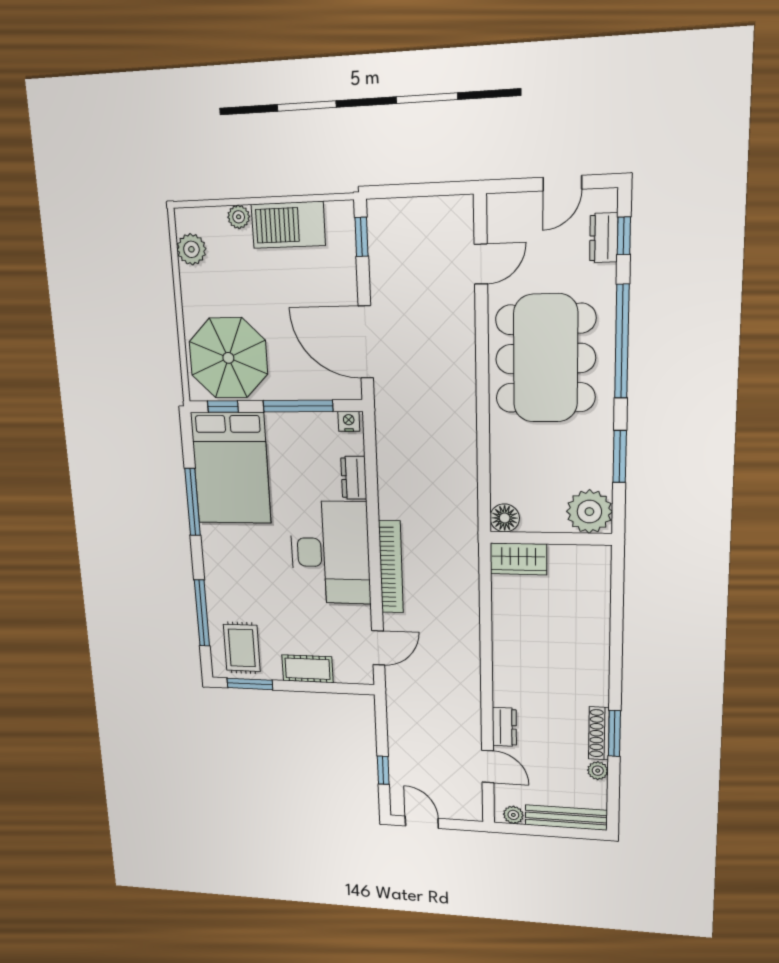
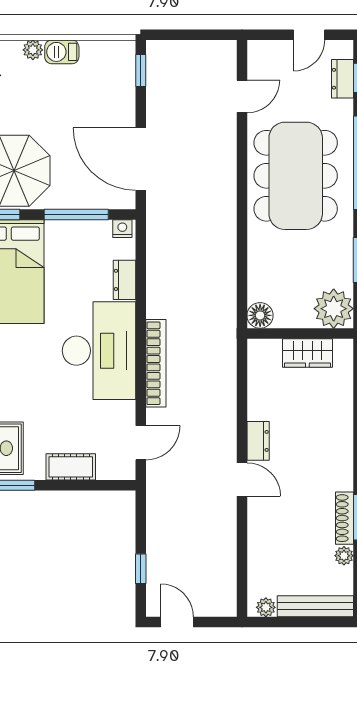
barbecue: (288, 225) -> (62, 52), width x0.53, depth x0.65
wardrobe: (518, 559) -> (307, 353), moved
dresser: (504, 727) -> (258, 441), moved
door: (488, 766) -> (242, 480), moved

